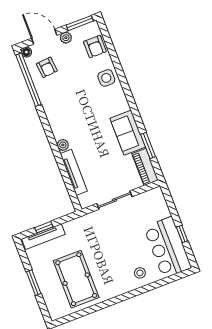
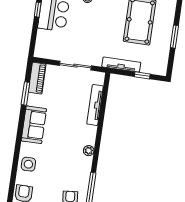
sofa: (128, 133) -> (34, 125), moved
plant: (63, 145) -> (89, 151), moved
tv unit: (43, 237) -> (121, 65), moved

